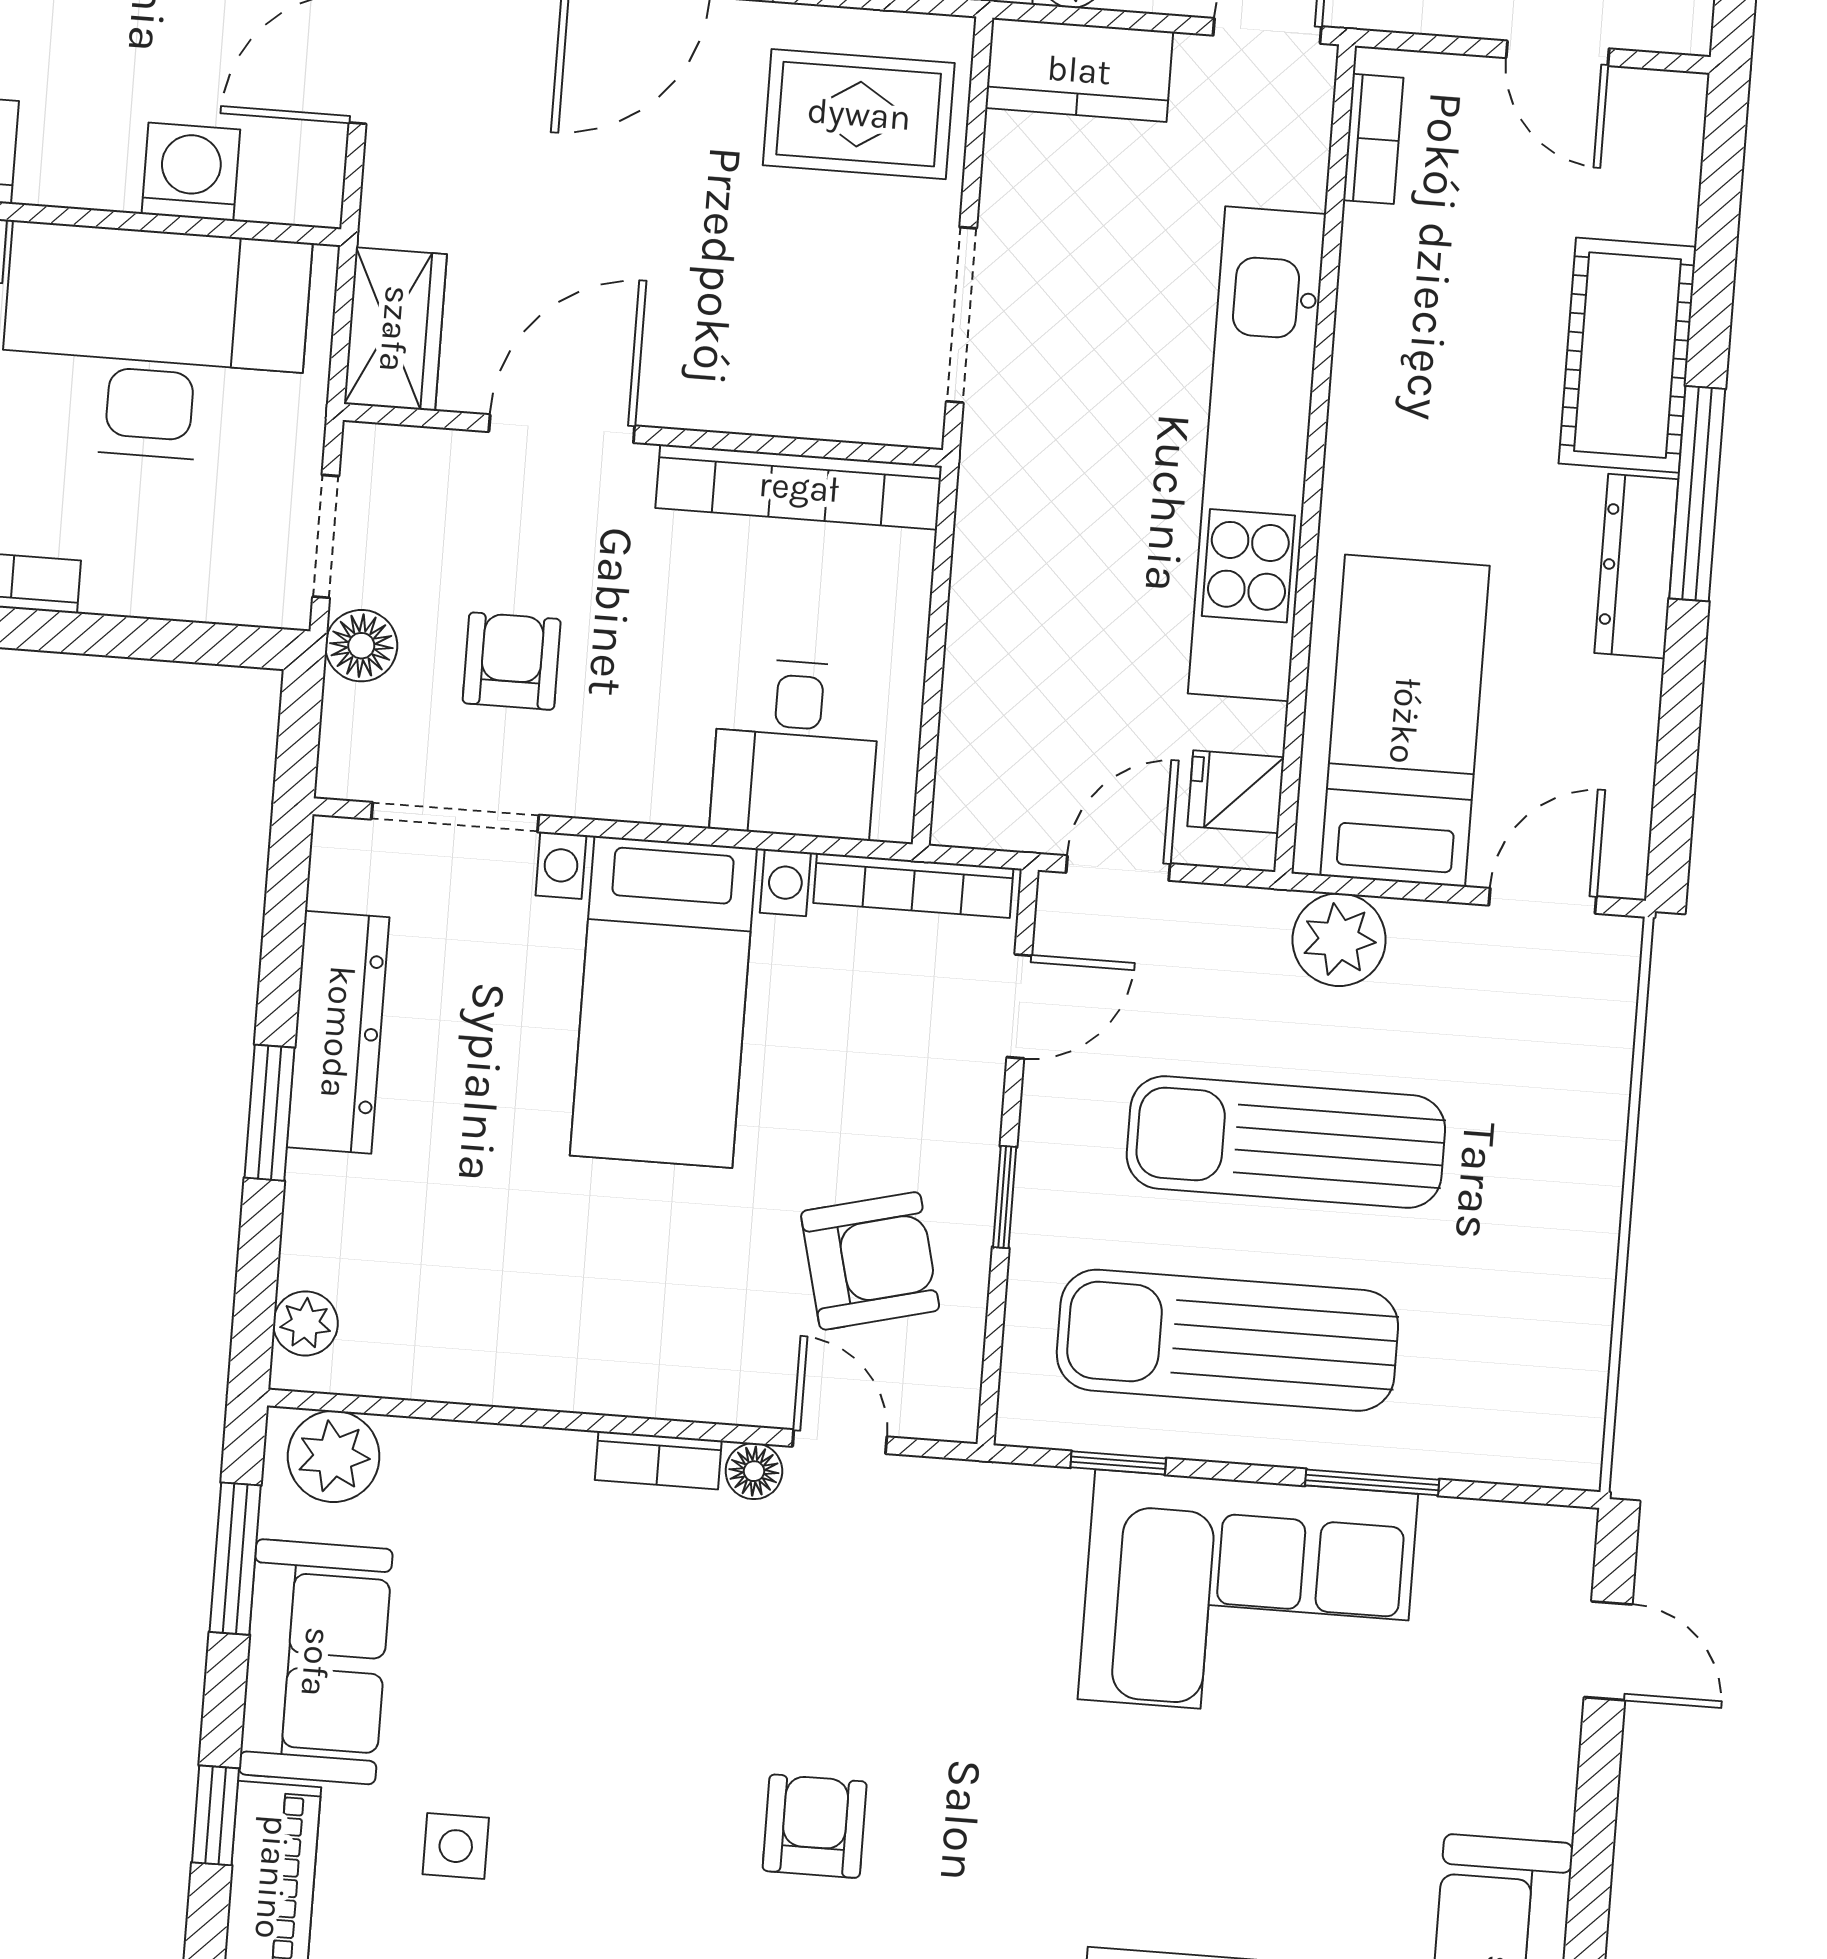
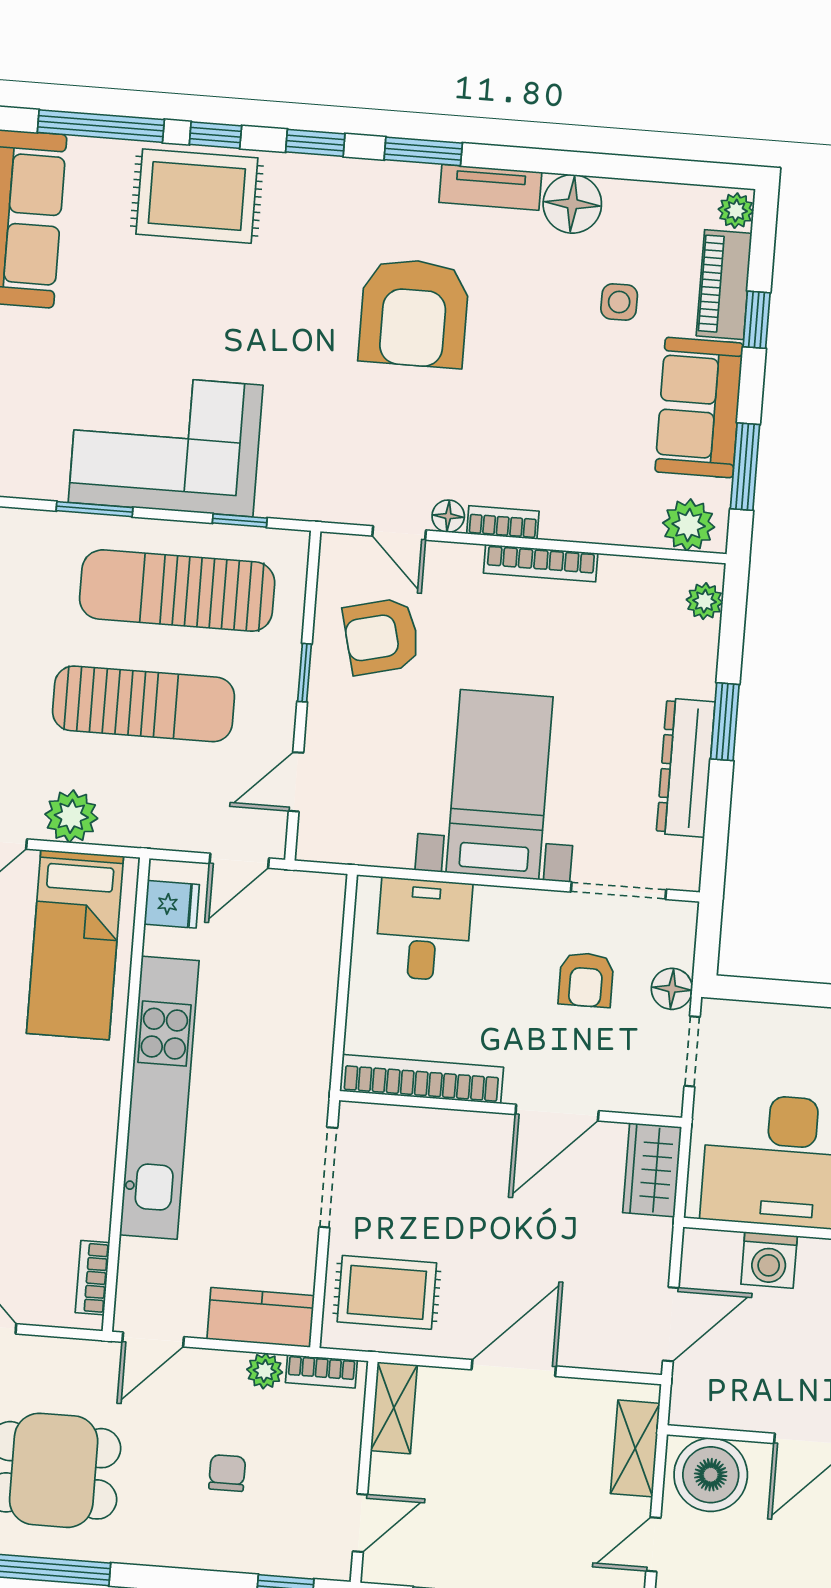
bookcase: (913, 886) -> (541, 563), moved, turned 180
plant: (1339, 940) -> (71, 816), moved
sun lounger: (1227, 1340) -> (177, 591), turned 180
armchair: (815, 1826) -> (414, 313), width x1.88, depth x1.88

